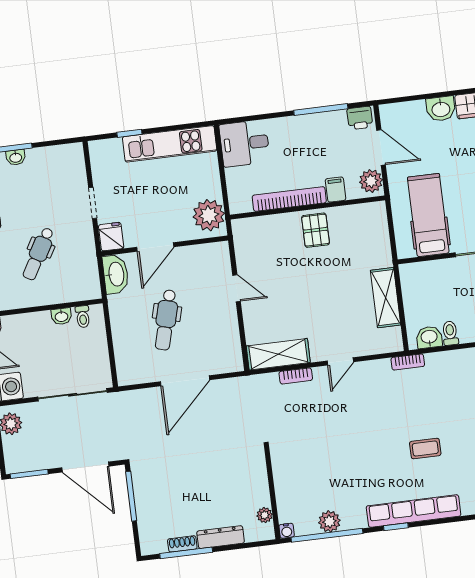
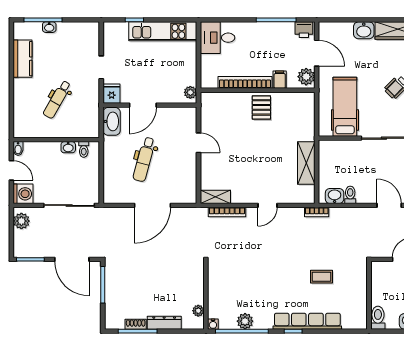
plant: (209, 215) -> (190, 92), width x0.53, depth x0.53
shelving: (278, 354) -> (215, 197), width x0.67, depth x0.75
bookcase: (296, 376) -> (227, 212), width x1.56

